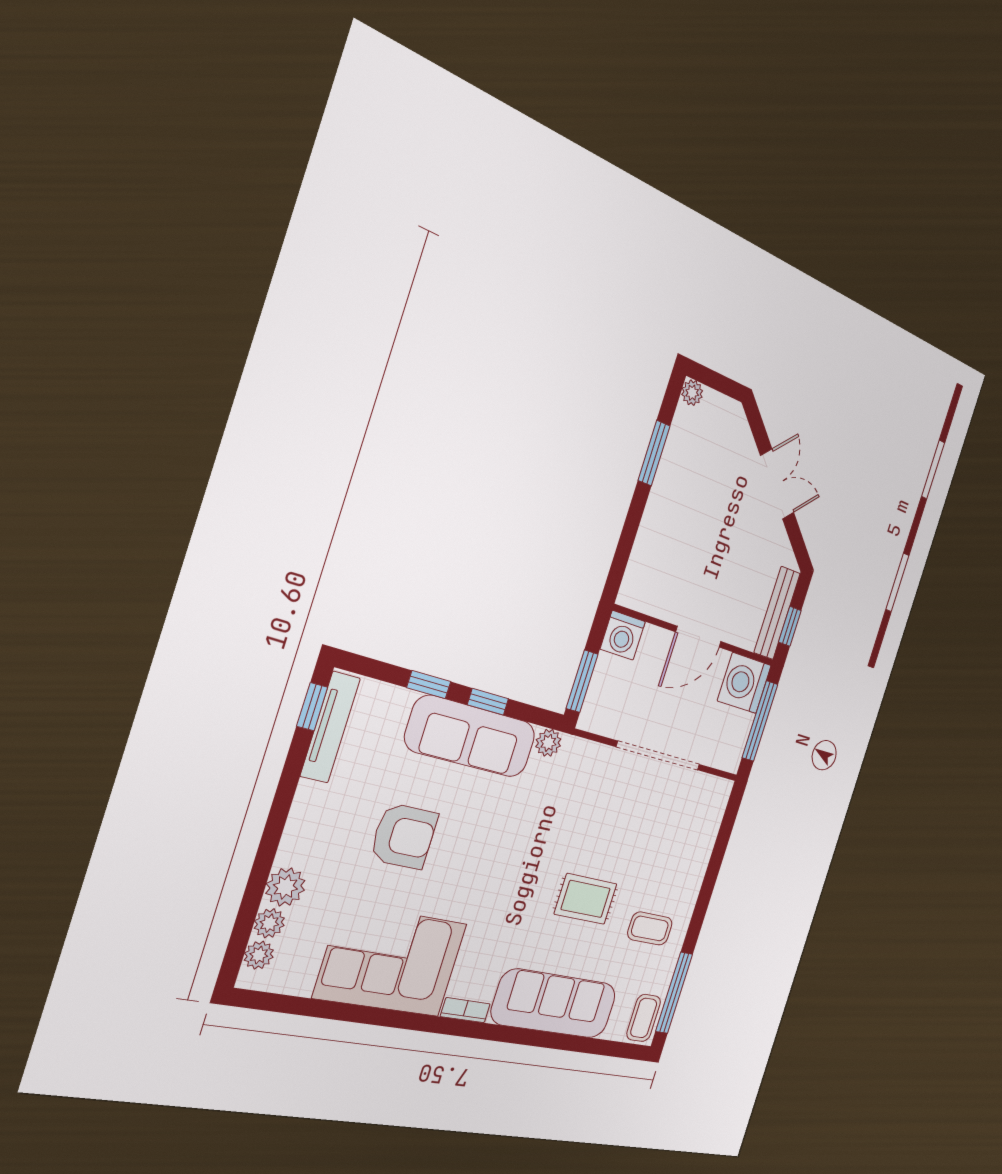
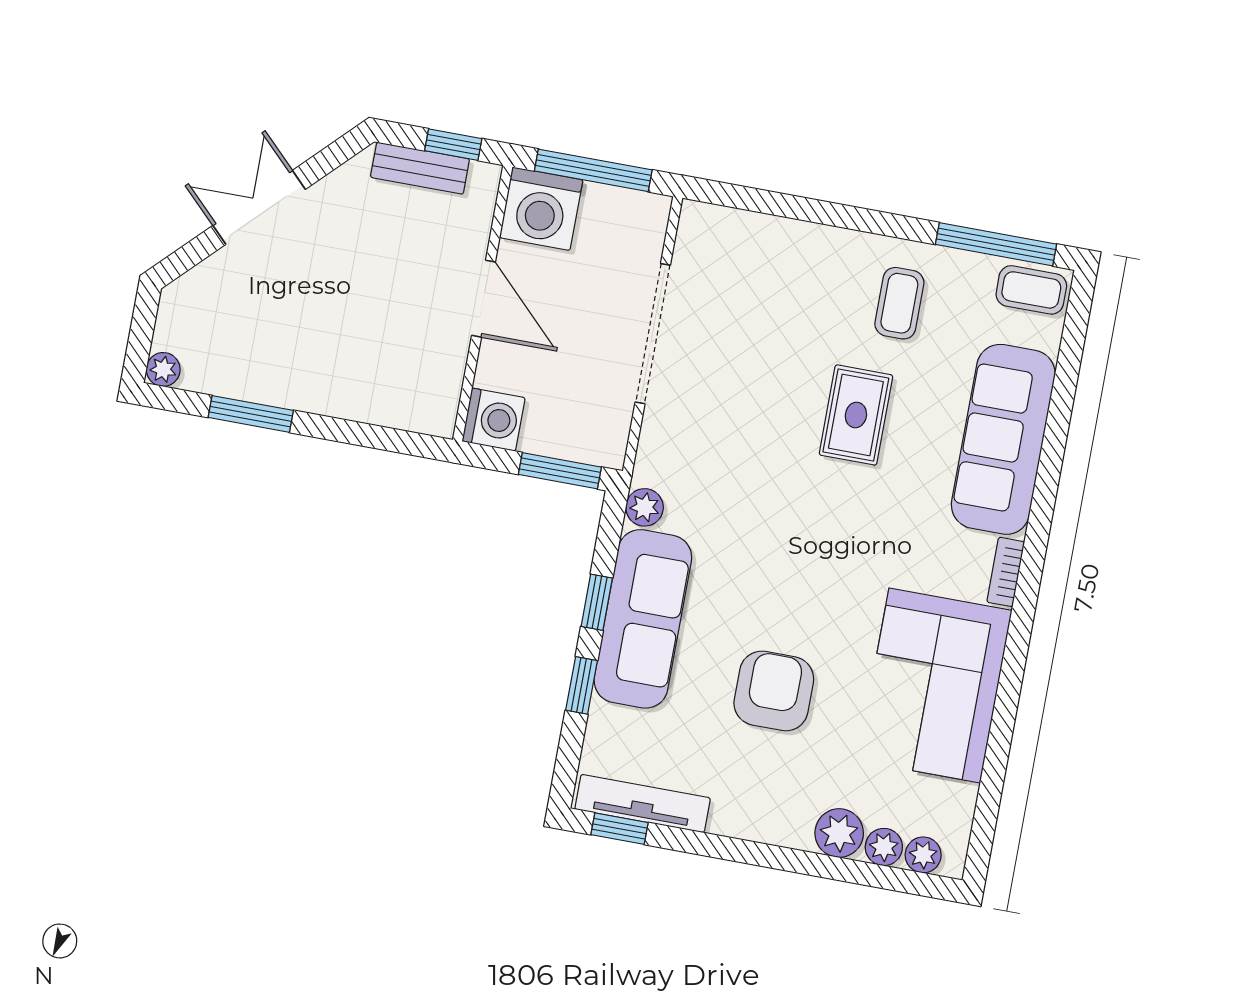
bench: (777, 613) -> (420, 168), width x0.73

